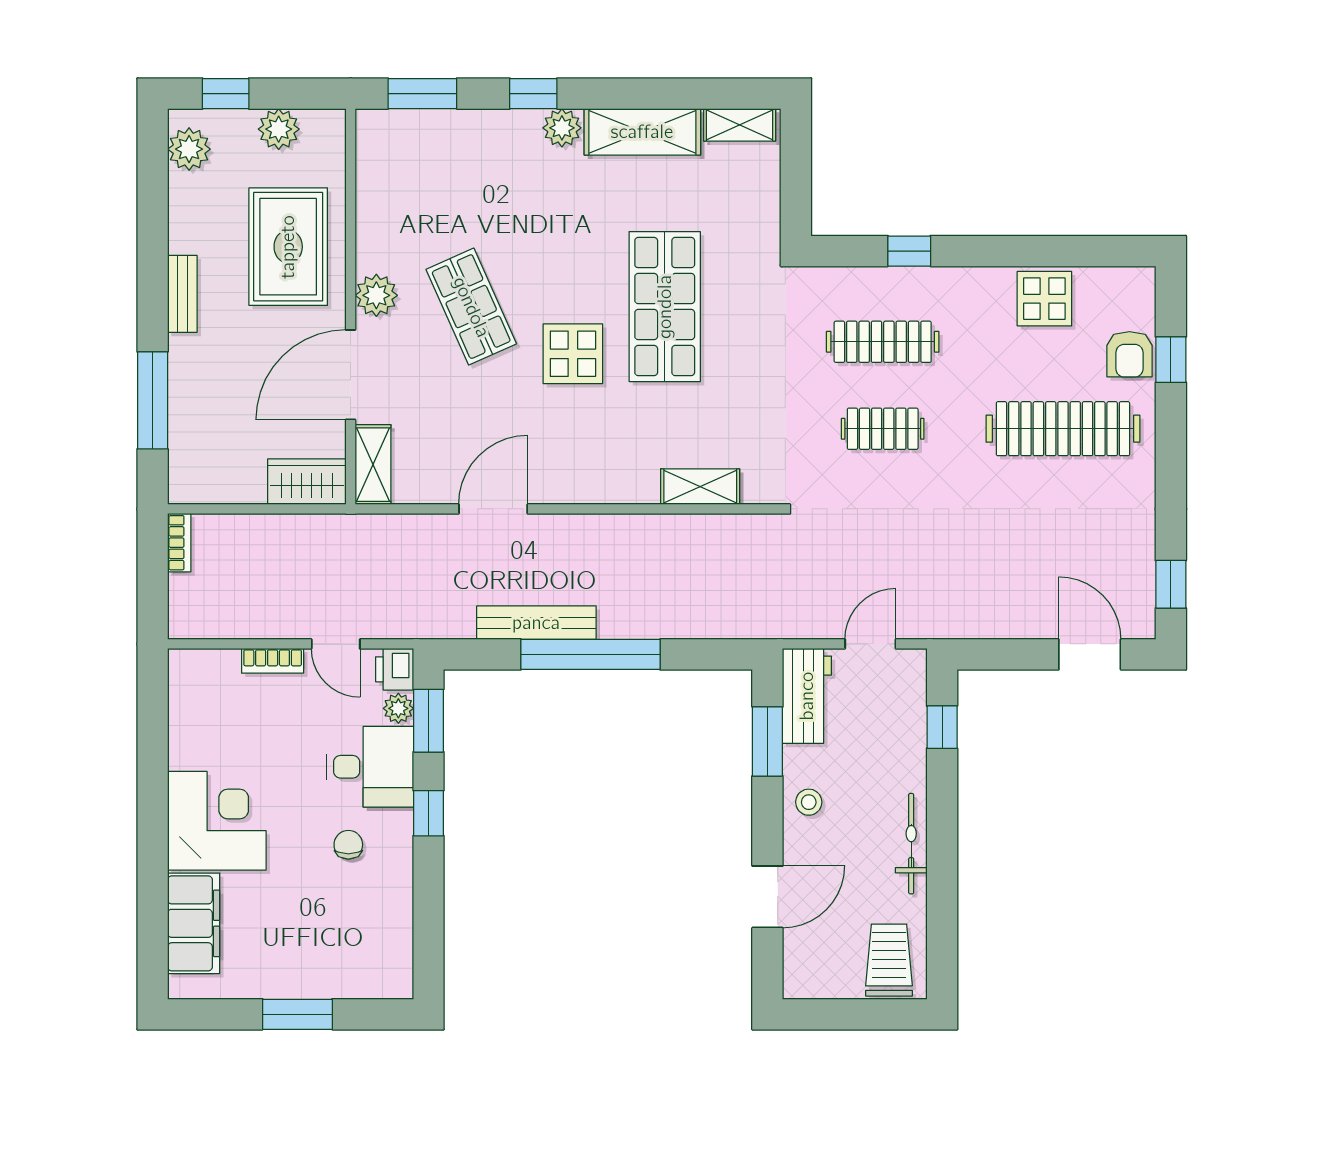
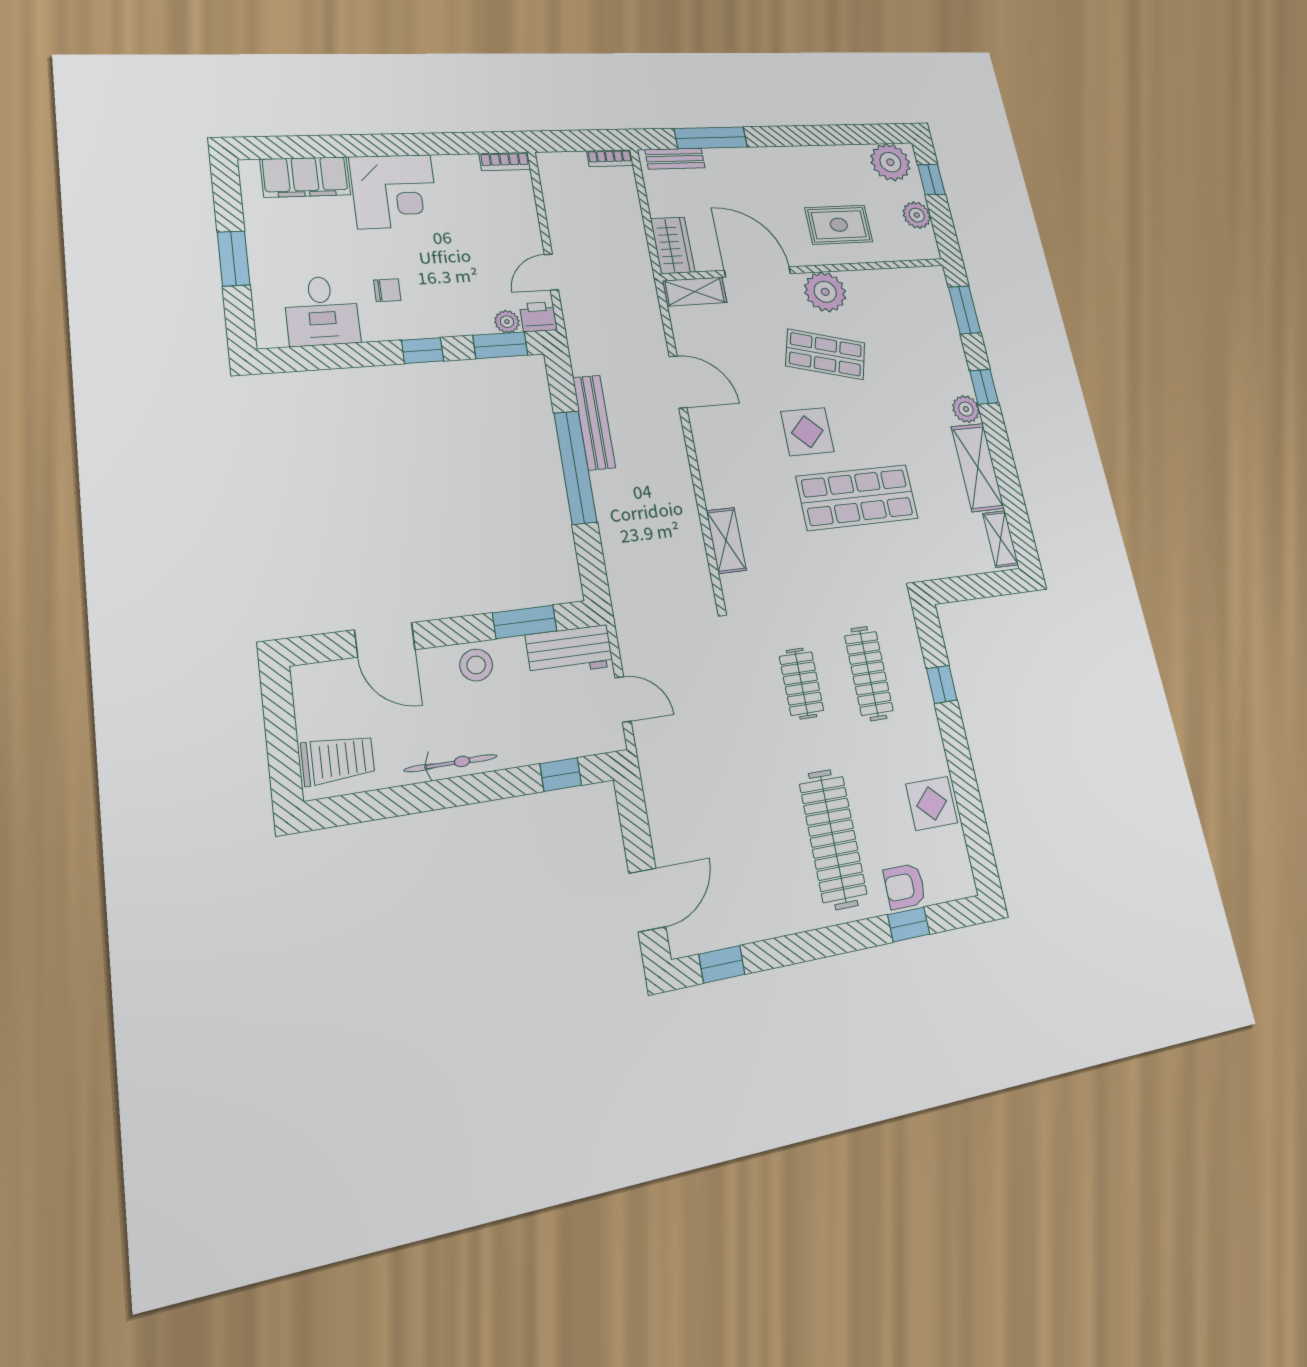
plant: (189, 149) -> (890, 162), width x1.36, depth x1.36
rug: (288, 247) -> (839, 225), width x0.73, depth x0.70
bench: (182, 294) -> (675, 159), moved
plant: (376, 295) -> (825, 292), width x1.36, depth x1.36
shop shelf: (471, 307) -> (825, 354), turned 39
bookcase: (273, 661) -> (505, 162), moved, turned -90
desk: (370, 767) -> (322, 311), moved
stool: (809, 802) -> (476, 665), width x1.37, depth x1.37

